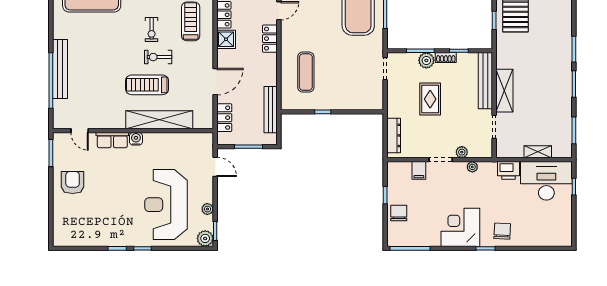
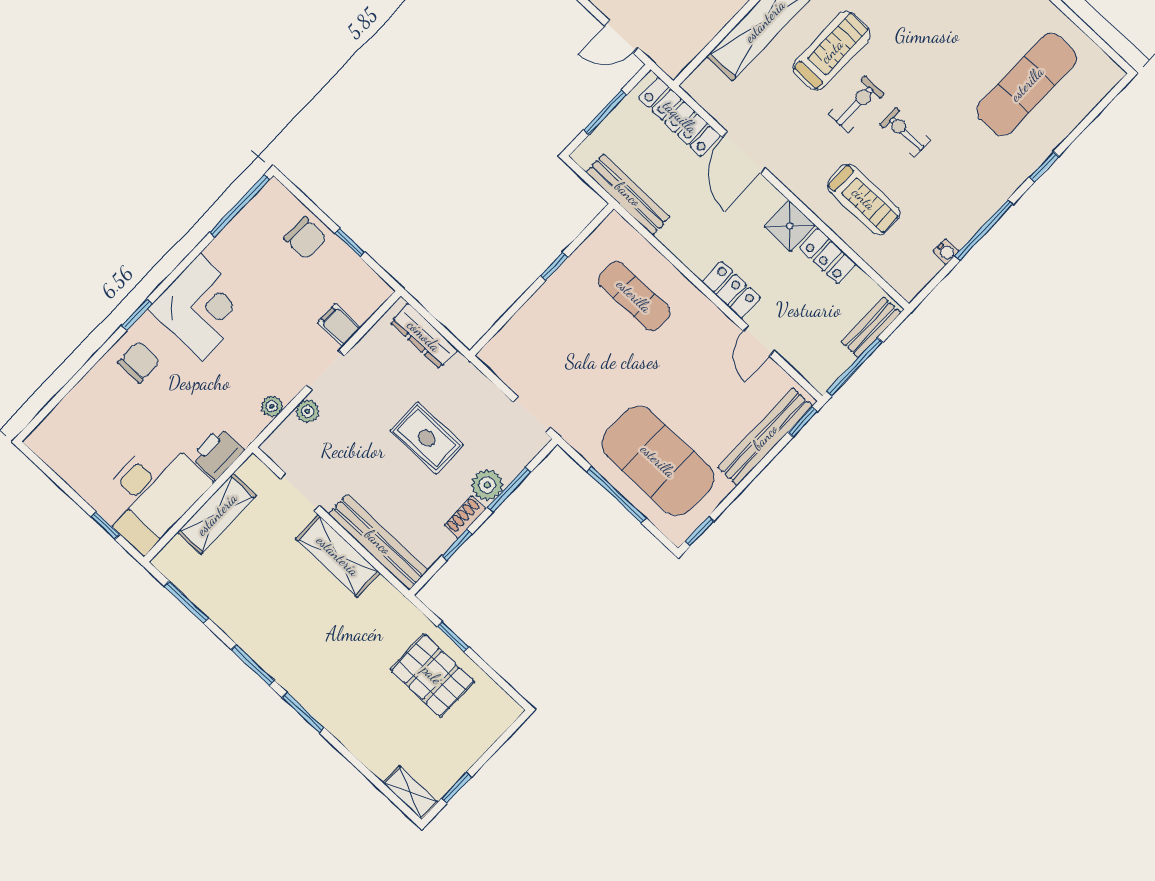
locker: (224, 118) -> (680, 117), width x1.53
shelving: (538, 152) -> (217, 514), width x1.50, depth x1.33
chair: (502, 231) -> (139, 362), turned -93

